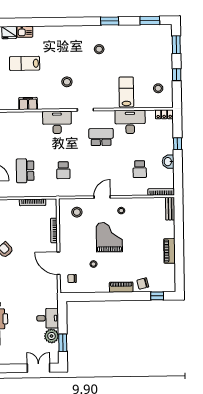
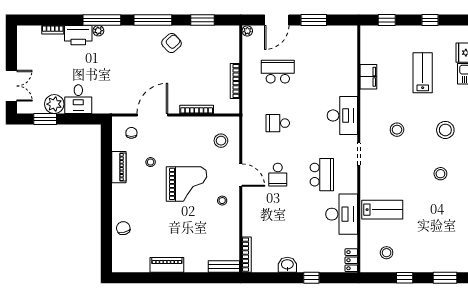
stool: (67, 46) -> (445, 130), added
school desk: (140, 169) -> (278, 175), moved, turned -90
piano: (121, 287) -> (119, 167), moved
window: (157, 296) -> (106, 247), removed

